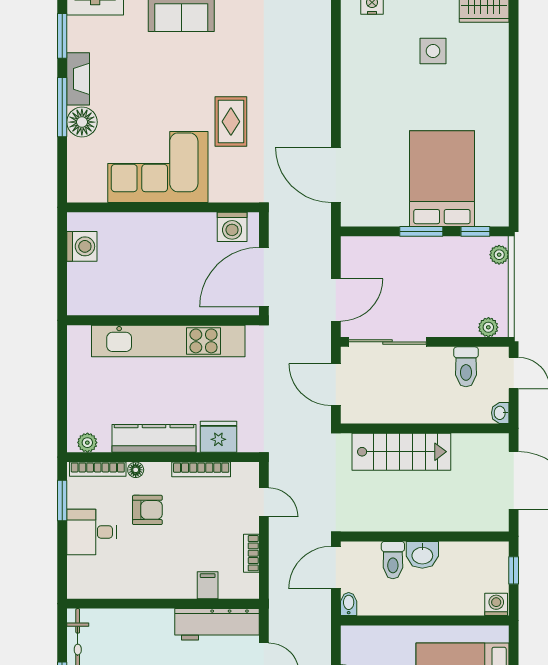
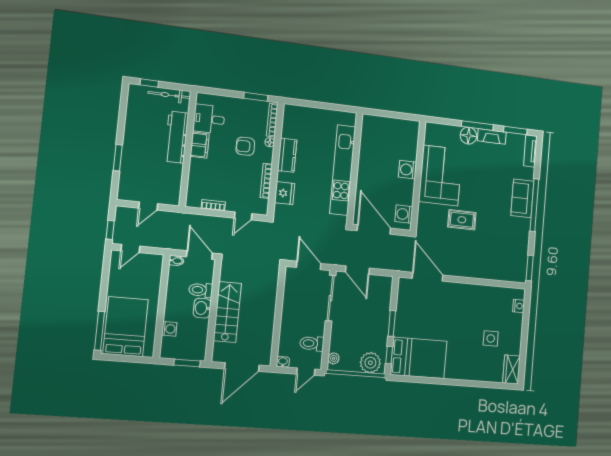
door: (336, 175) -> (428, 277), hinge flipped
bed: (442, 179) -> (419, 358), moved
washing machine: (82, 246) -> (407, 170), moved, turned 90
plant: (499, 255) -> (370, 363), width x1.88, depth x1.88
door: (336, 385) -> (309, 265), hinge flipped
kitchen counter: (154, 438) -> (287, 155), width x0.67
plant: (87, 443) -> (288, 116), removed
stairs: (401, 452) -> (227, 312), moved, turned 180
armchair: (147, 510) -> (245, 146), turned 90
desk: (92, 532) -> (209, 119), moved, turned -90
window: (514, 570) -> (187, 363), width x1.50
filing cabinet: (208, 585) -> (200, 145), moved, width x2.00
washing machine: (496, 604) -> (169, 329), moved
workbench: (217, 624) -> (176, 137), moved

